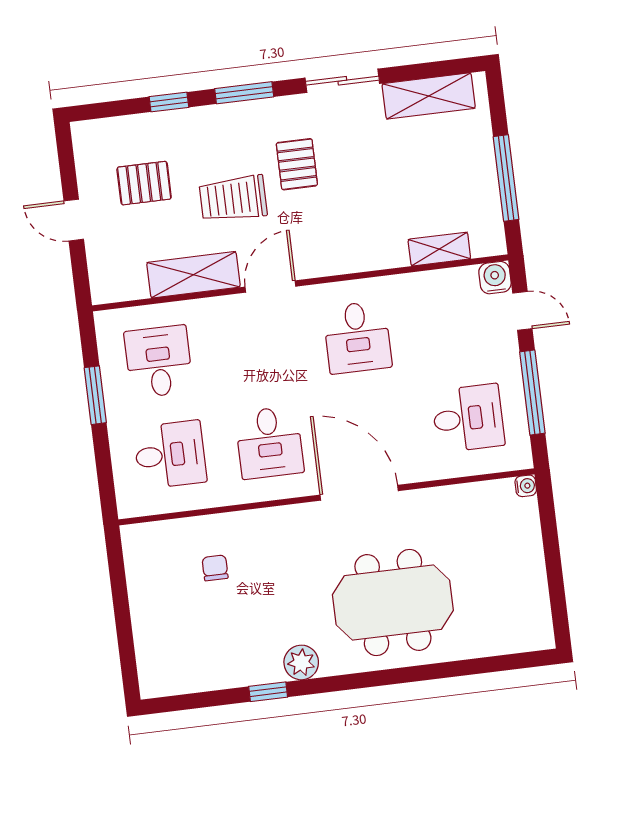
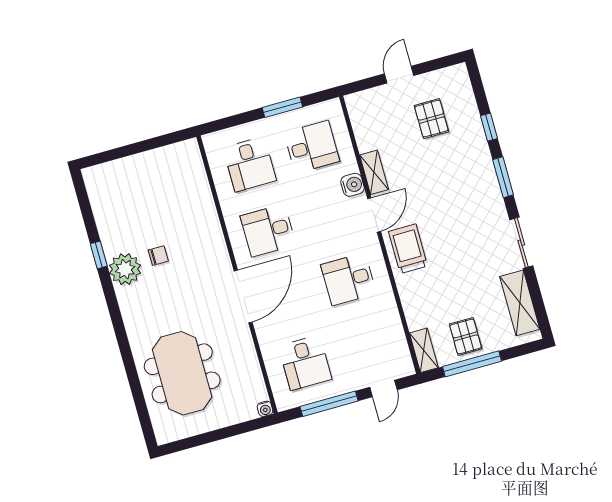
pallet: (297, 164) -> (466, 336), moved, turned 90
trolley: (233, 199) -> (408, 249), moved
shelving: (439, 249) -> (424, 350), moved
shelving: (193, 275) -> (374, 172), width x0.67, depth x0.75
water cooler: (495, 278) -> (352, 185), moved
door: (270, 287) -> (374, 215), hinge flipped
chair: (215, 568) -> (158, 256), moved
meeting table: (393, 603) -> (182, 373), moved
plant: (301, 662) -> (125, 269), width x1.36, depth x1.36

